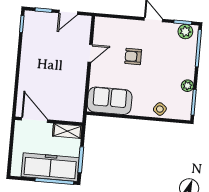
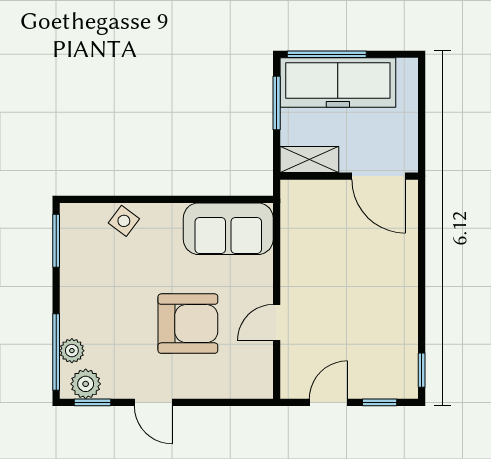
armchair: (133, 56) -> (188, 324), width x1.88, depth x1.88
plant: (187, 86) -> (72, 351), moved

